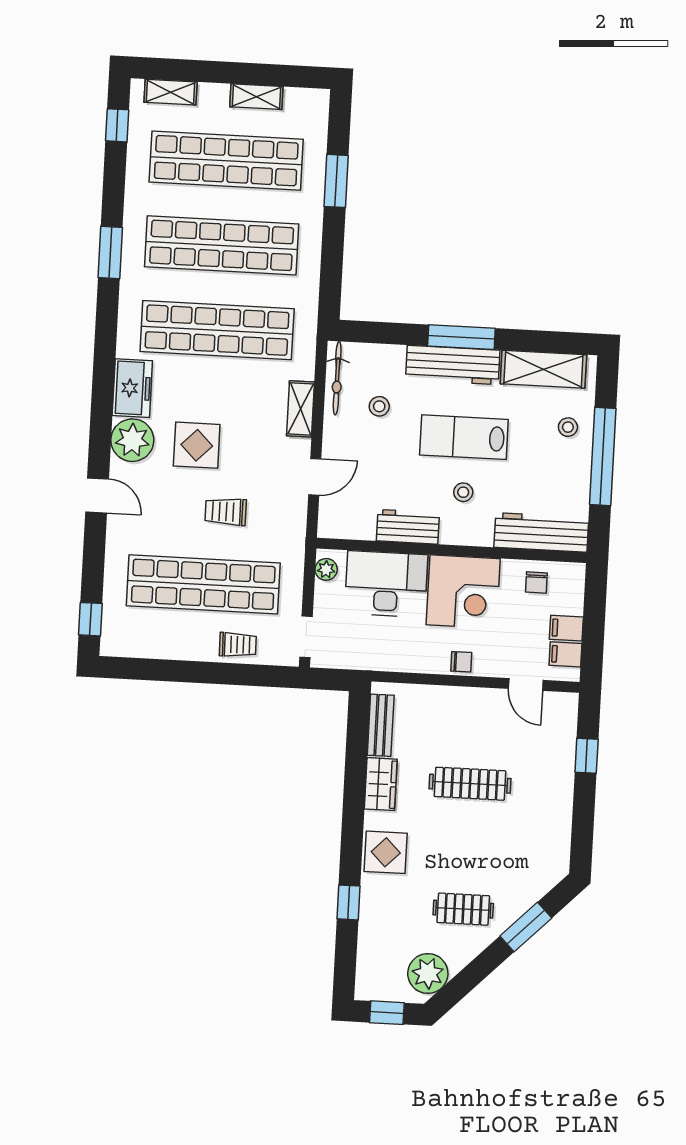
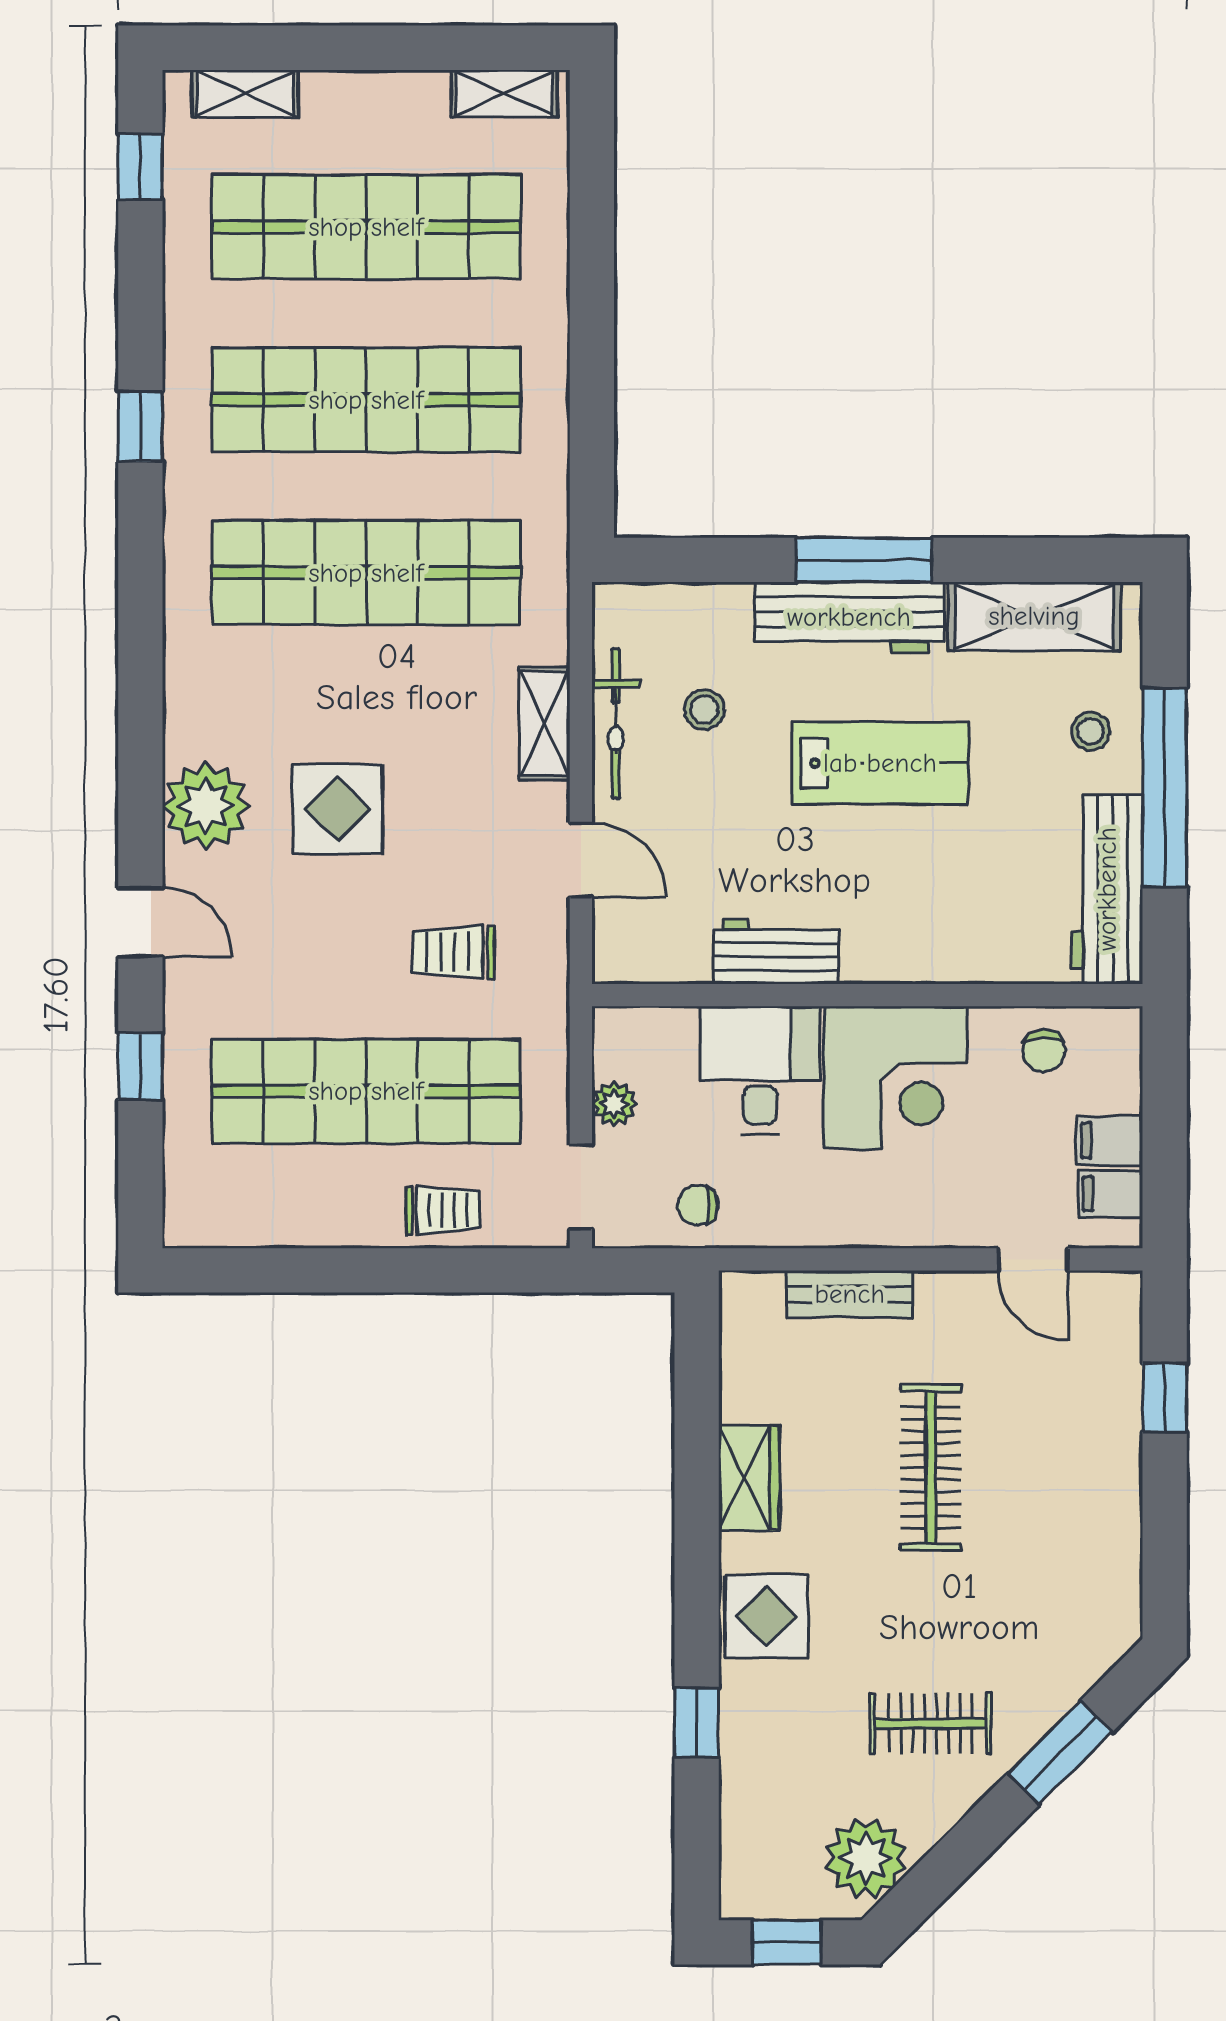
shelving: (256, 97) -> (504, 94), moved
window: (336, 181) -> (592, 256), removed
window: (110, 252) -> (140, 426), width x0.67
bicycle: (337, 378) -> (616, 724), moved
freezer: (132, 388) -> (200, 700), removed
lab bench: (464, 437) -> (880, 763), turned 180
door: (315, 477) -> (581, 860), hinge flipped
stool: (463, 492) -> (885, 875), removed
trolley: (226, 512) -> (453, 952), moved
workbench: (541, 532) -> (1107, 889), moved, turned -90
plant: (326, 569) -> (614, 1104), moved
desk: (386, 584) -> (760, 1070), width x0.73
window: (90, 619) -> (140, 1066), moved
chair: (461, 662) -> (698, 1205), moved, turned 180
bench: (381, 725) -> (850, 1294), moved, turned 90
clothes rail: (470, 784) -> (931, 1467), turned 90

